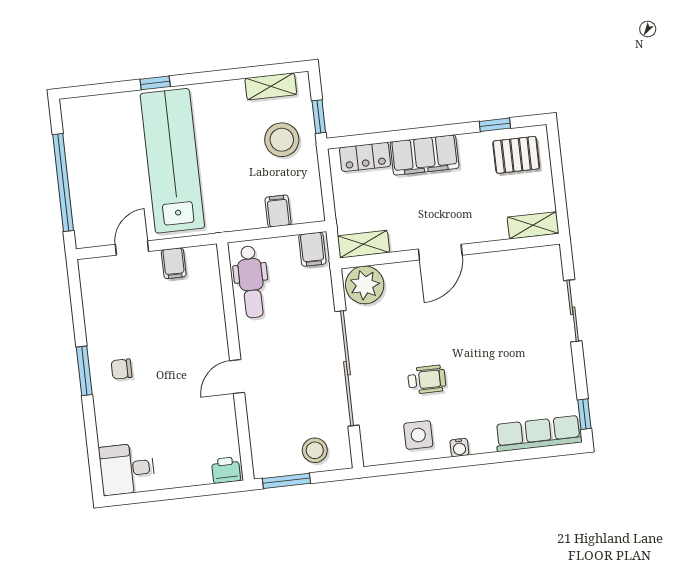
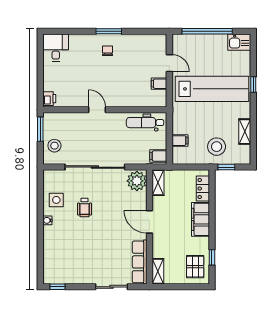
shelving: (271, 86) -> (245, 132), moved
kitchen sink: (77, 119) -> (239, 42), added
row of seats: (538, 434) -> (140, 262), moved, turned 180

